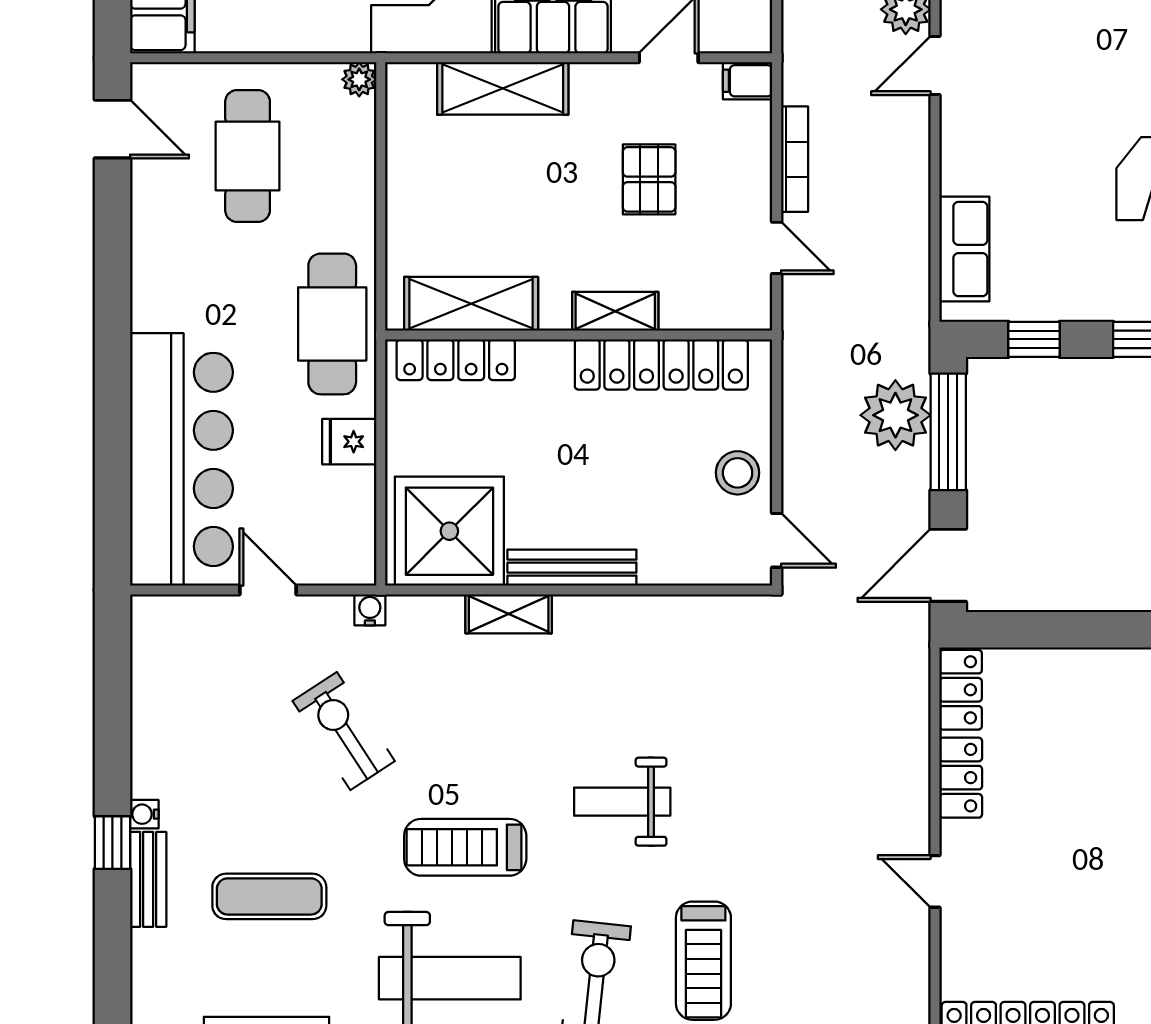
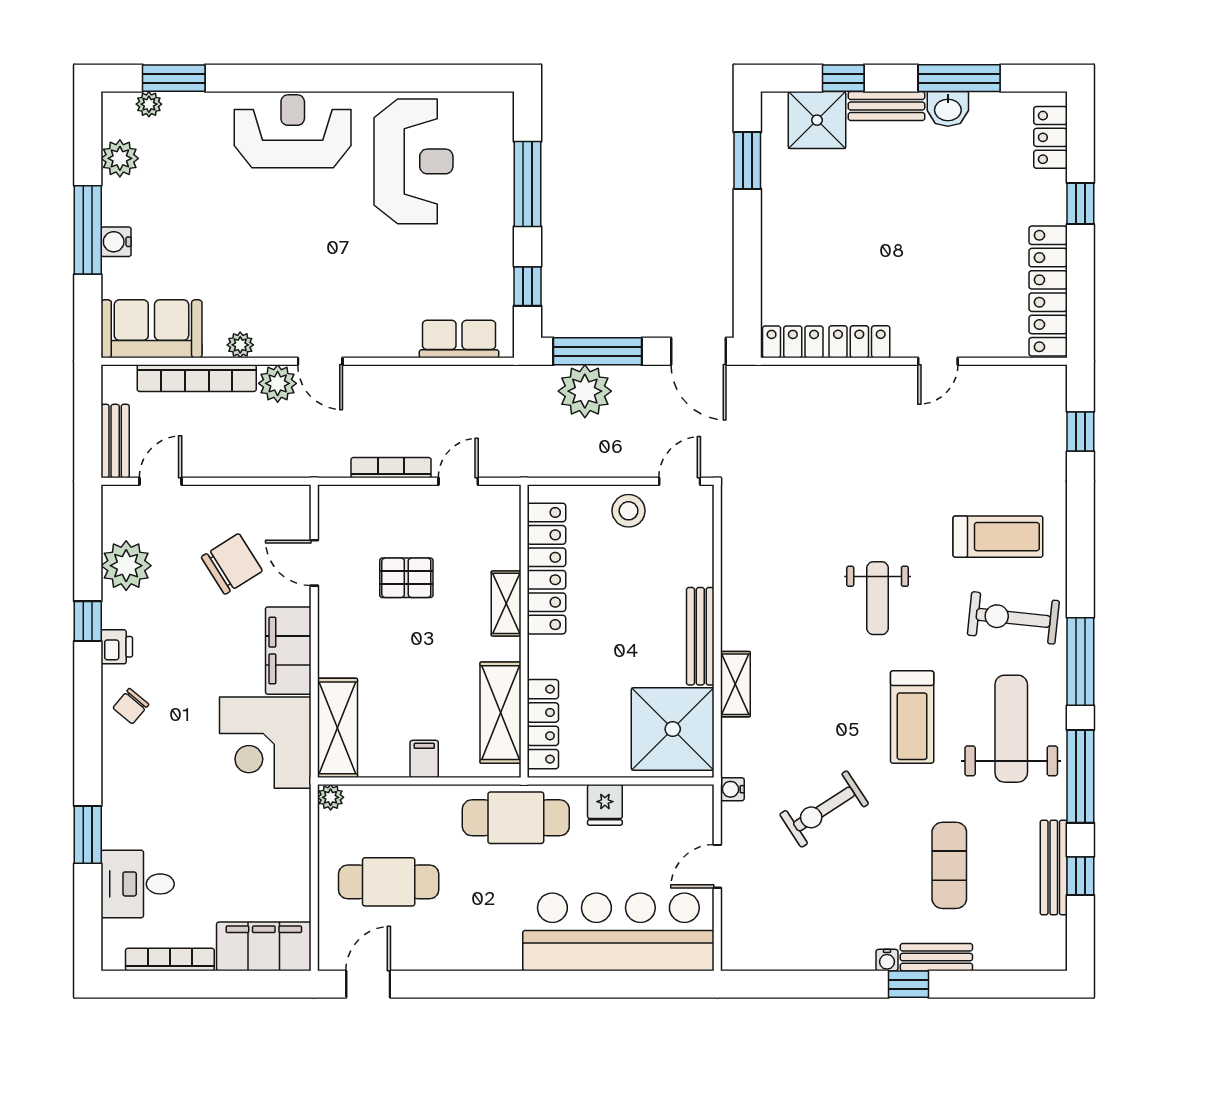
filing cabinet: (748, 81) -> (424, 759), moved, turned 180
shelving: (503, 88) -> (337, 728), moved

